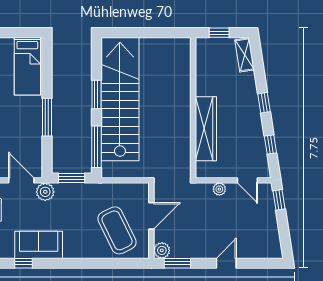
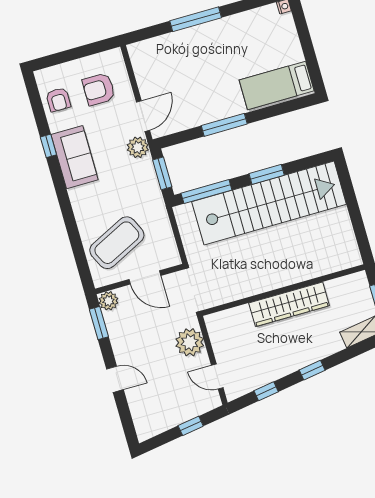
wardrobe: (206, 129) -> (289, 304), moved
door: (247, 180) -> (217, 376), hinge flipped
plant: (219, 189) -> (190, 342), width x1.88, depth x1.88
window: (279, 200) -> (191, 426), moved

